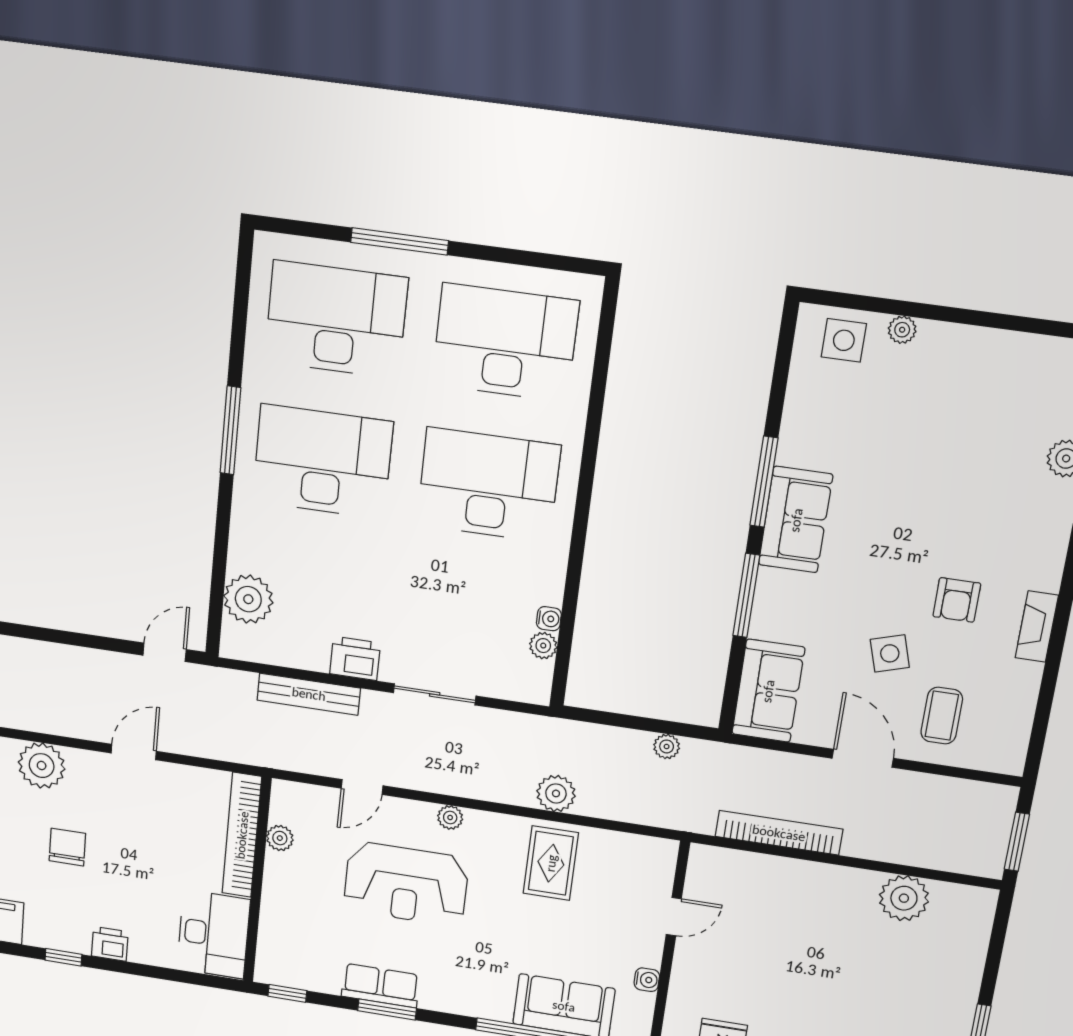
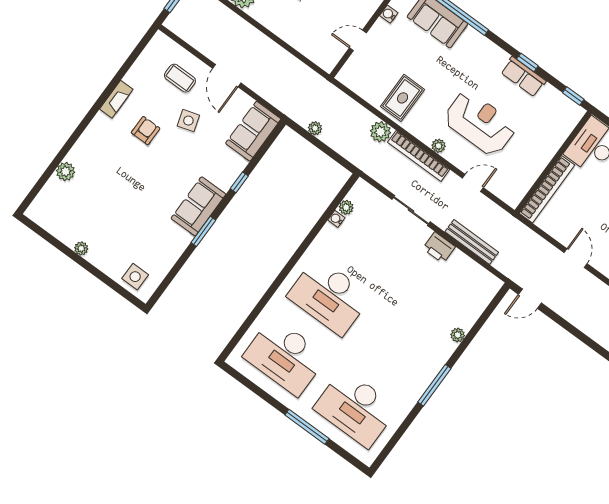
plant: (902, 330) -> (81, 248), moved
desk: (323, 462) -> (400, 348), removed
window: (764, 482) -> (203, 231), width x0.69
window: (746, 595) -> (239, 182), width x0.46
plant: (248, 599) -> (458, 335), moved, width x0.53, depth x0.53
coffee table: (942, 716) -> (180, 78), turned 90
door: (134, 752) -> (576, 258), swing flipped
bookcase: (779, 833) -> (419, 156), moved
plant: (280, 838) -> (529, 178), removed
window: (387, 1009) -> (527, 62), width x0.67

